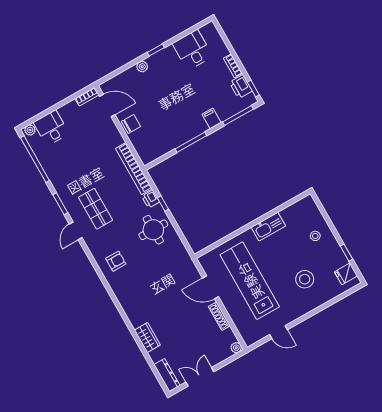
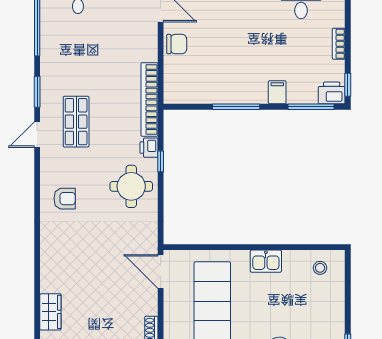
printer: (241, 87) -> (332, 93), moved, turned 90
kitchen sink: (268, 227) -> (266, 261), width x0.73
stool: (315, 236) -> (320, 268), moved
door: (211, 287) -> (161, 271), moved

